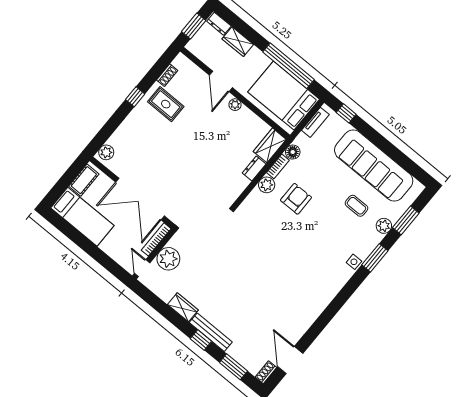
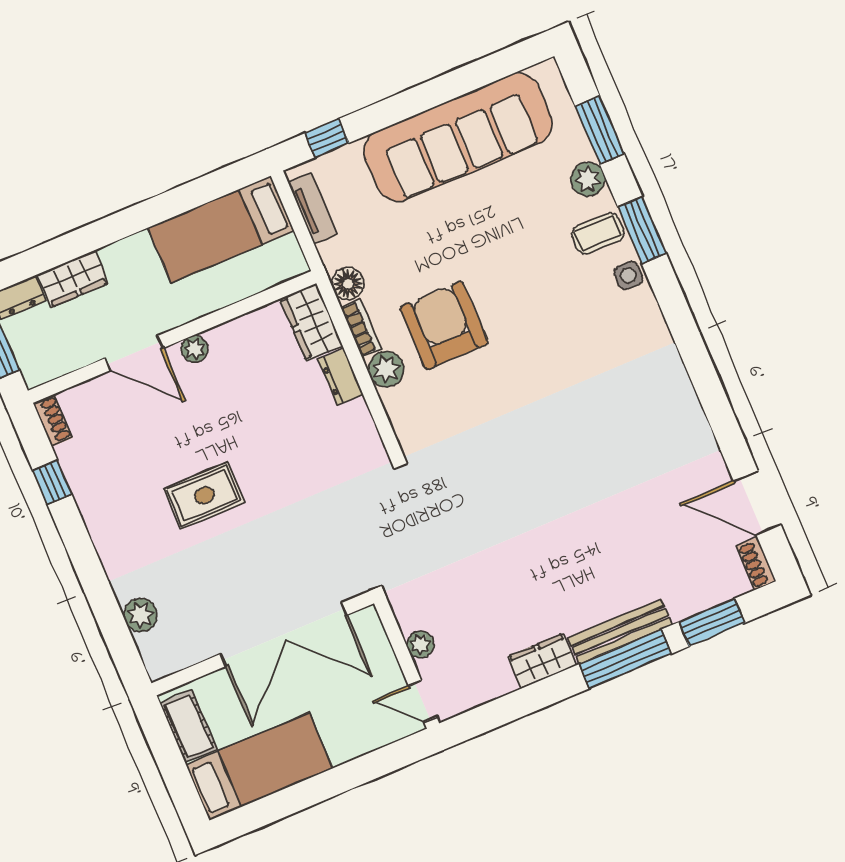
window: (289, 66) -> (173, 203), removed
shoe rack: (167, 75) -> (53, 420), moved
bed: (284, 96) -> (221, 229), width x0.67
window: (135, 97) -> (52, 482), moved
rug: (166, 104) -> (204, 495), moved
plant: (106, 152) -> (140, 615), moved
armchair: (296, 199) -> (444, 325), width x1.36, depth x1.36
coffee table: (356, 206) -> (598, 234), moved
bookcase: (156, 239) -> (380, 644), removed
plant: (168, 259) -> (420, 644), width x0.53, depth x0.53
window: (201, 340) -> (625, 659), width x2.17

